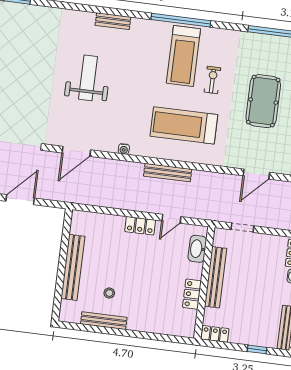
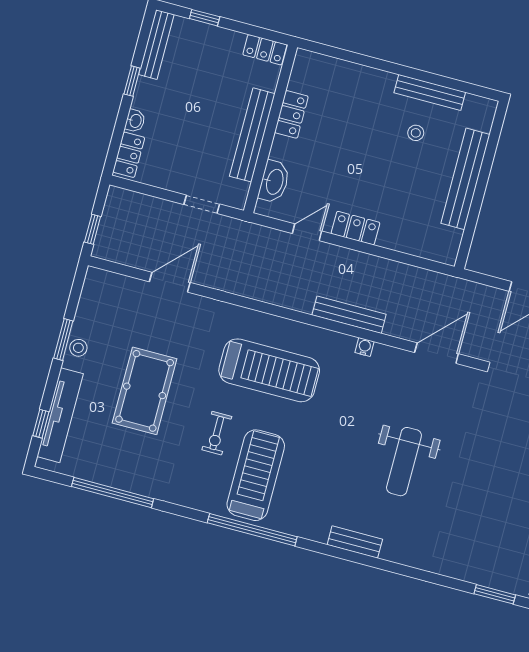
bench: (168, 173) -> (349, 315), moved

